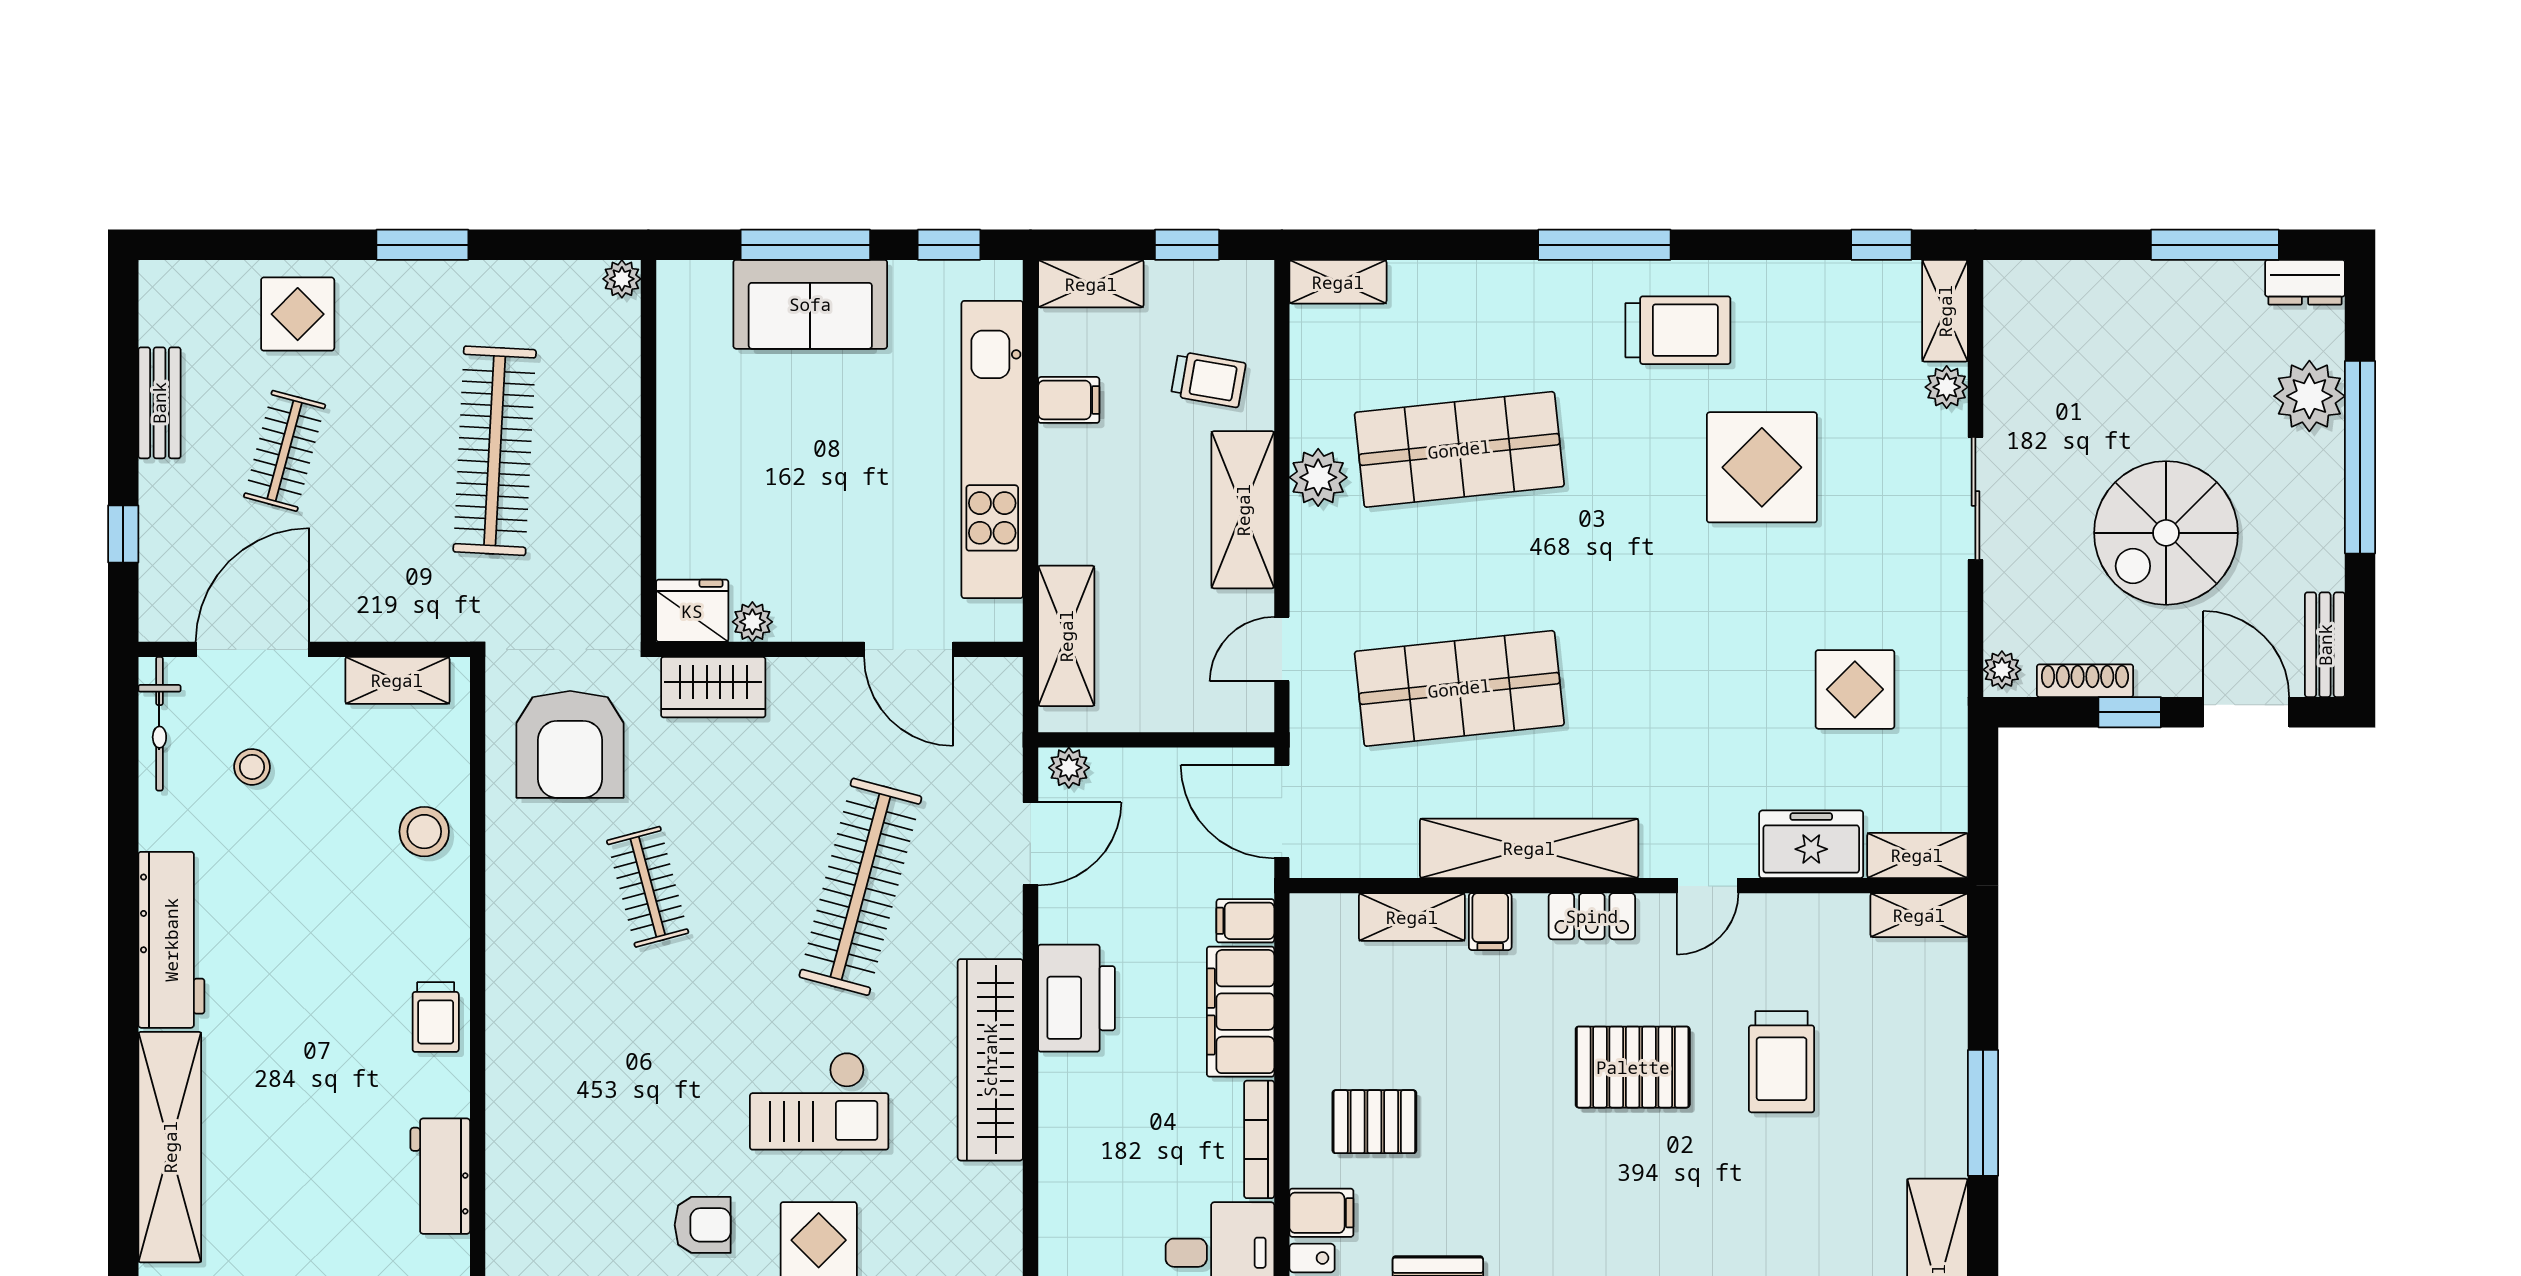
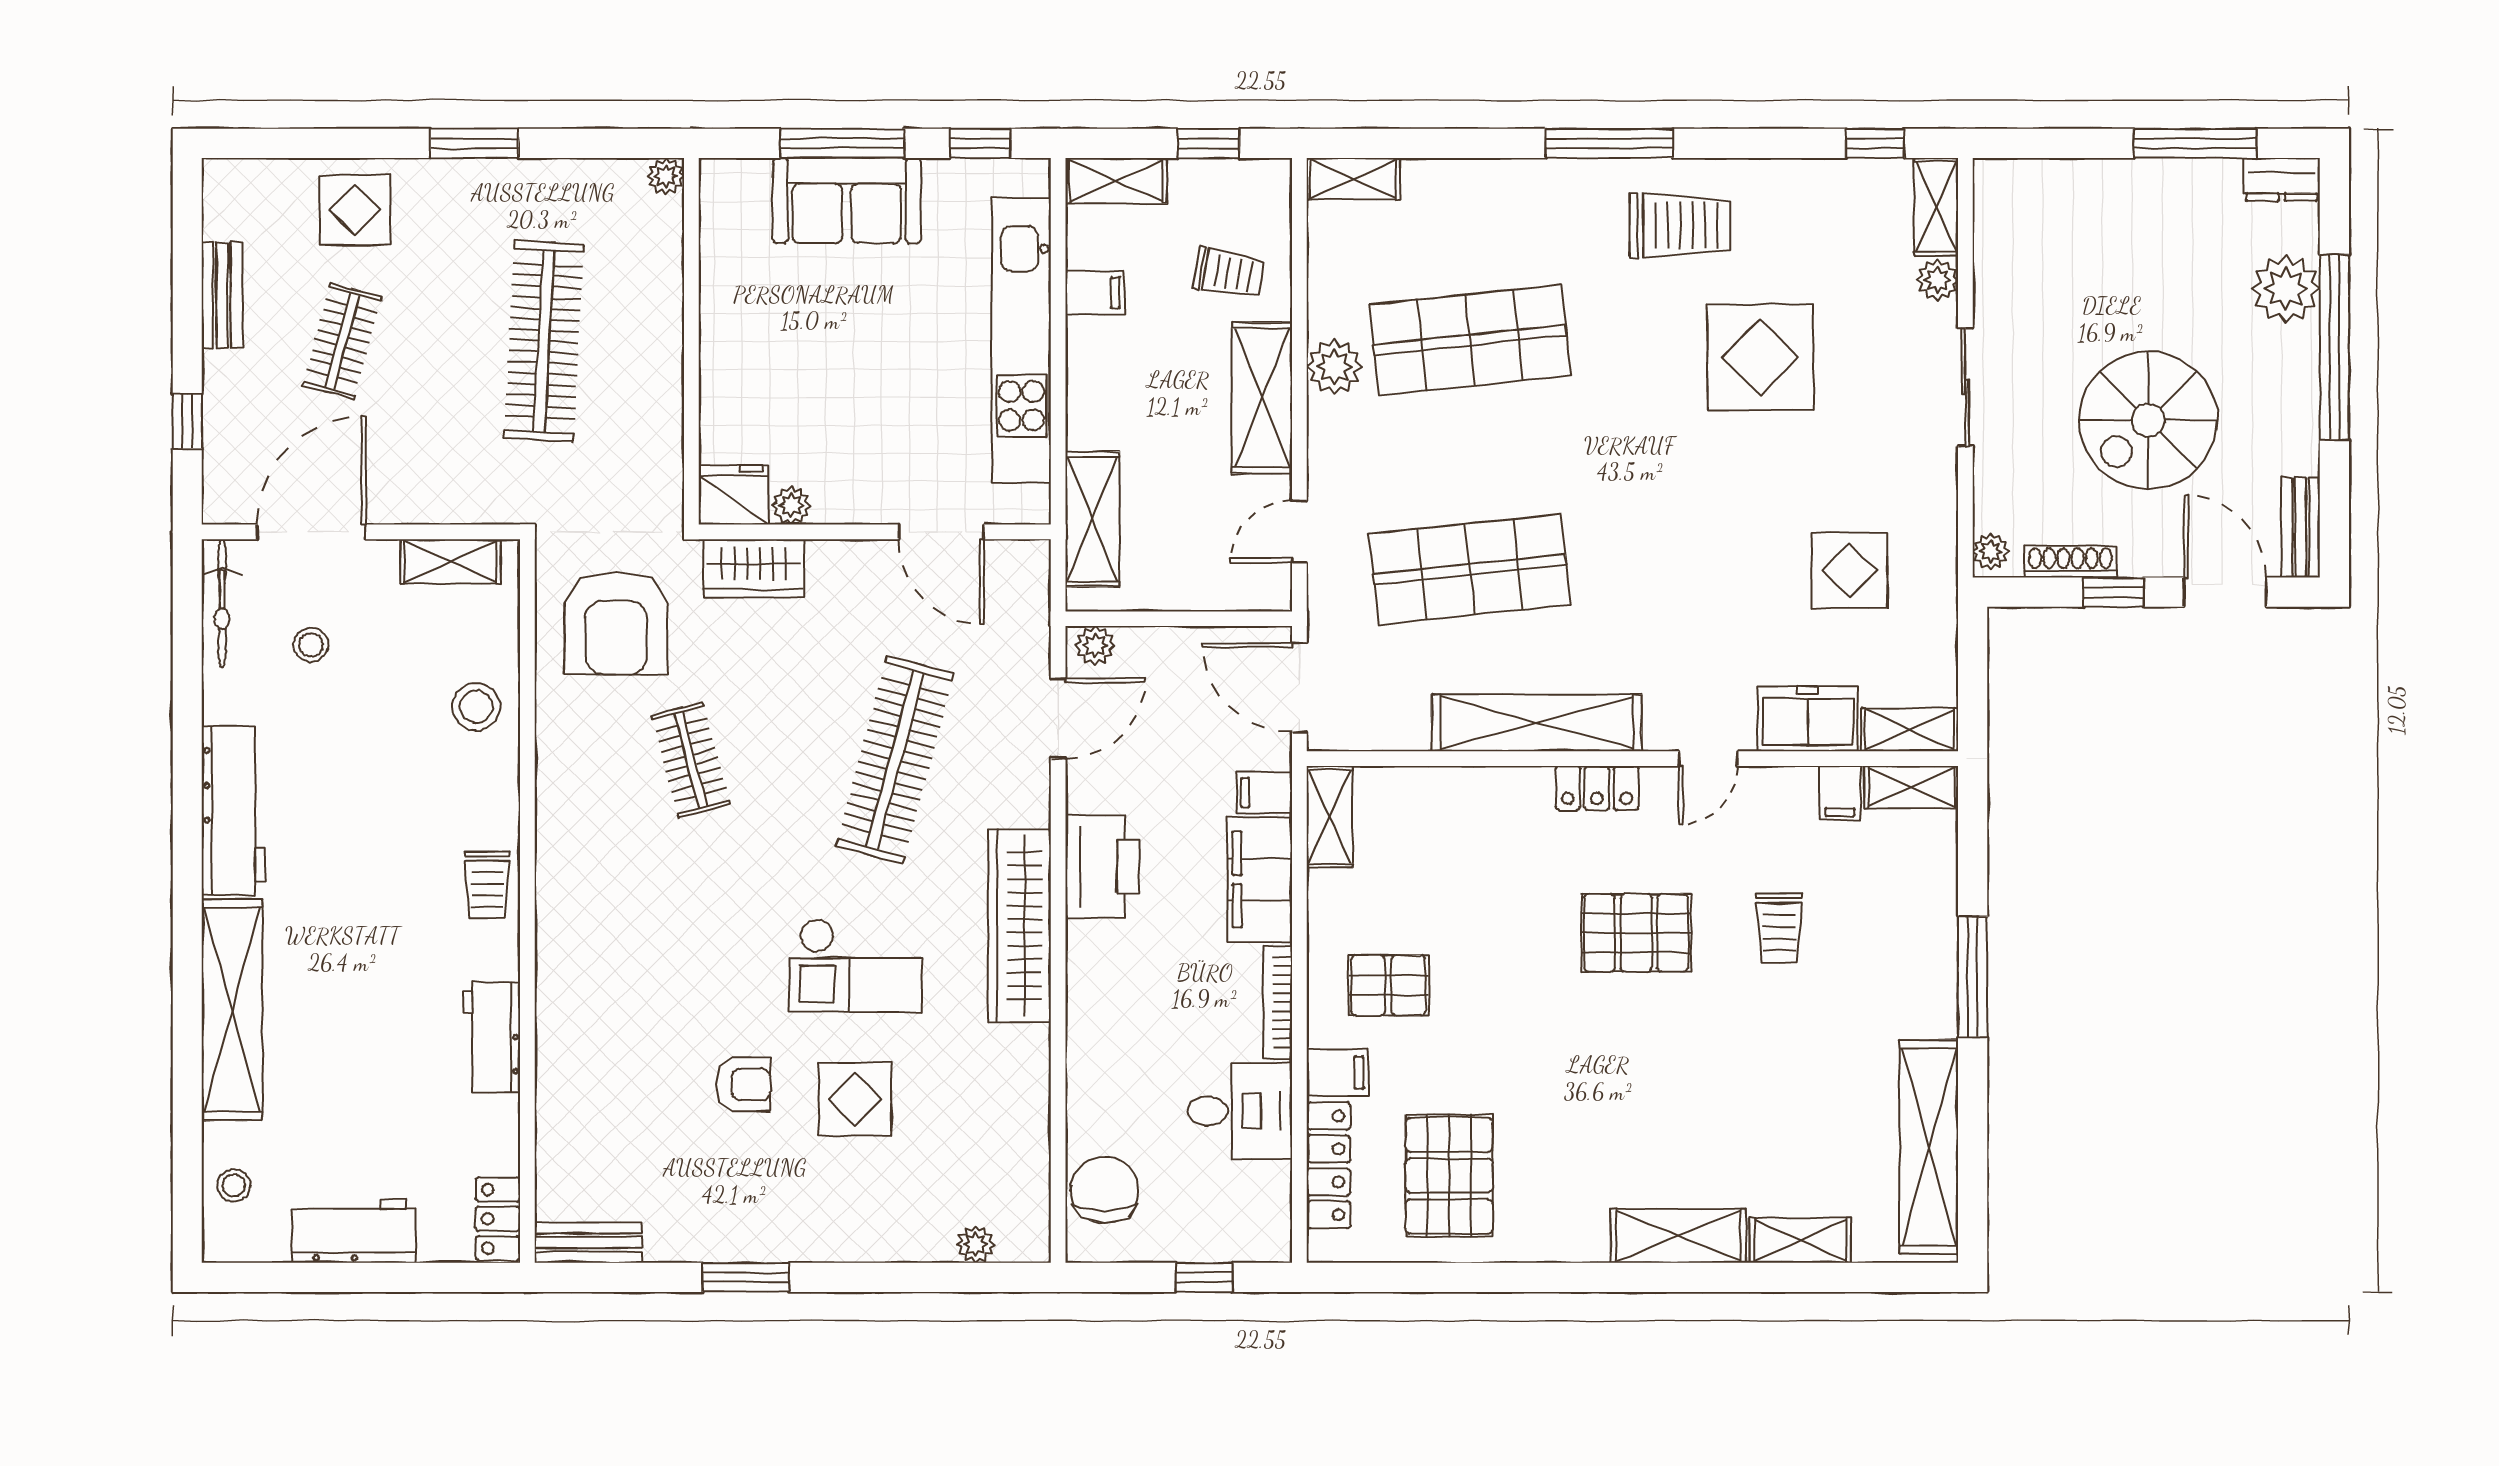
shelving: (1412, 917) -> (1330, 817), moved, turned 90
filing cabinet: (1490, 922) -> (1840, 793), moved
trolley: (1782, 1062) -> (1779, 928), width x0.73, depth x0.72

